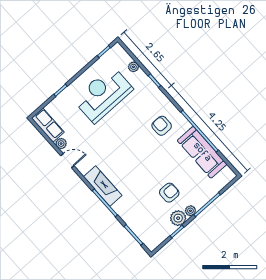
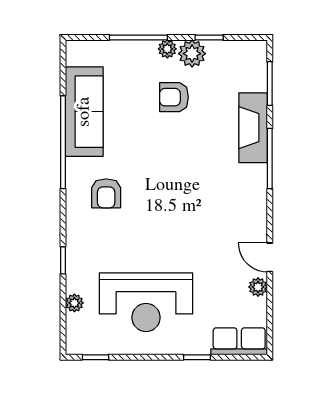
row of seats: (48, 125) -> (239, 341), moved, turned 90
fireplace: (103, 186) -> (253, 128), moved

